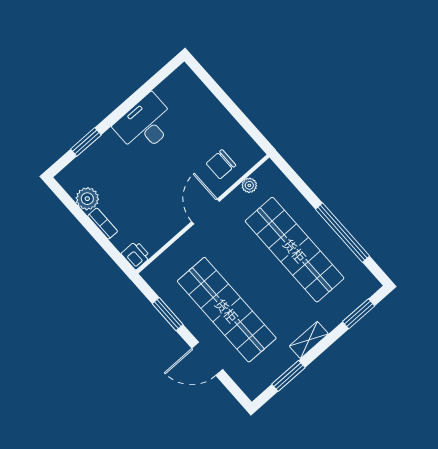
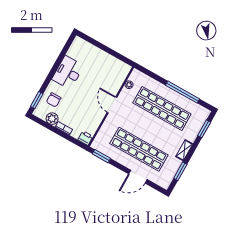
window: (86, 142) -> (37, 100), moved
chair: (221, 164) -> (54, 100), moved
window: (168, 314) -> (101, 156), moved

